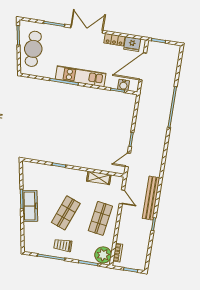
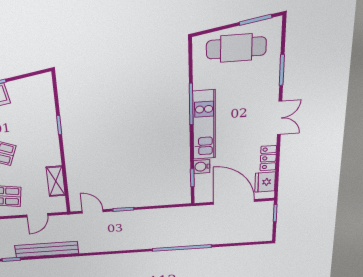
double door: (87, 29) -> (280, 118), width x0.73
water cooler: (123, 85) -> (202, 167), moved

